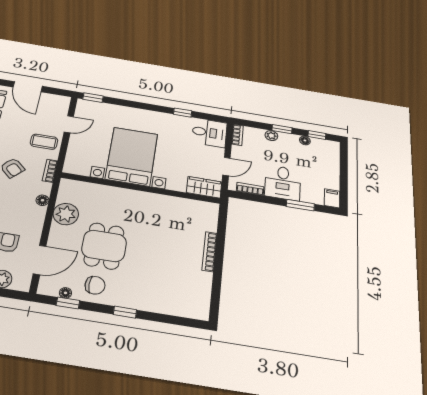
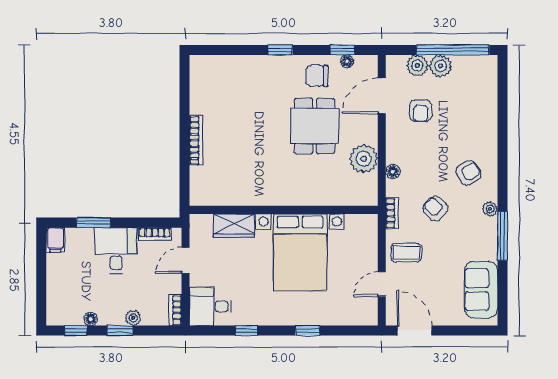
door: (28, 87) -> (415, 331), moved
window: (93, 98) -> (308, 331), moved
wardrobe: (204, 187) -> (234, 226), moved

